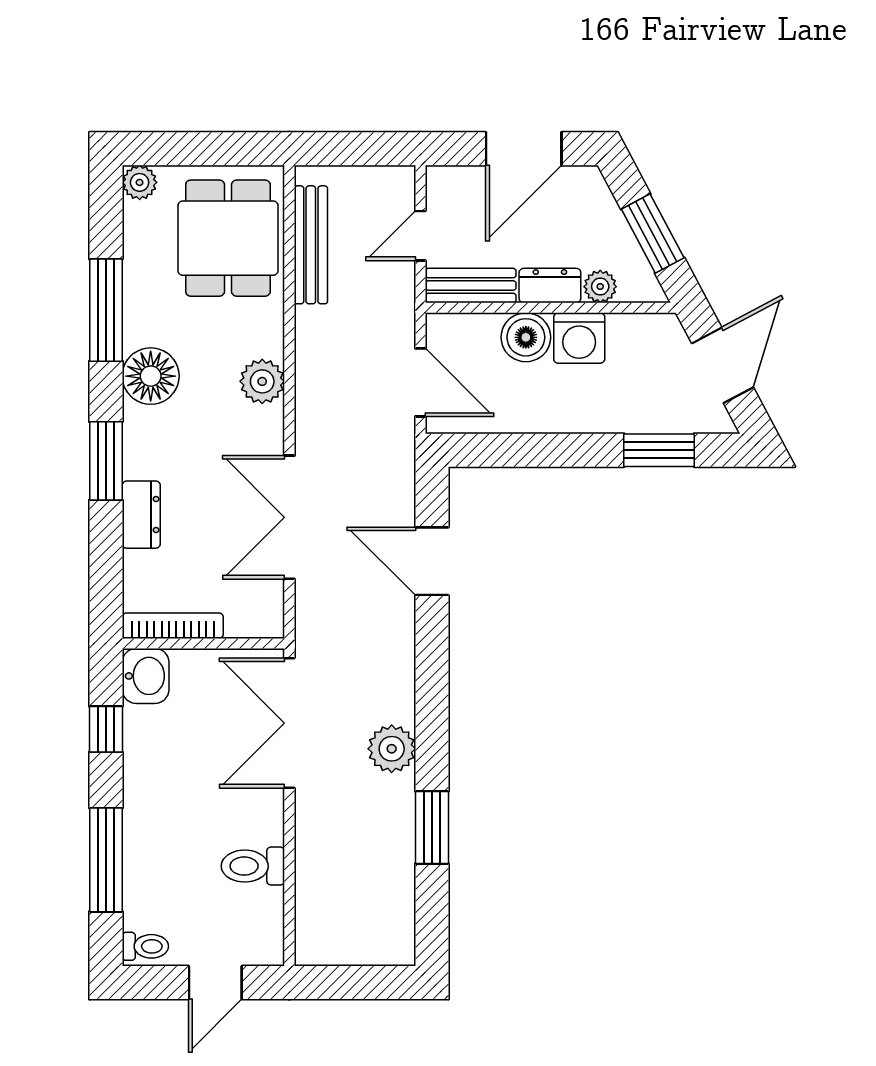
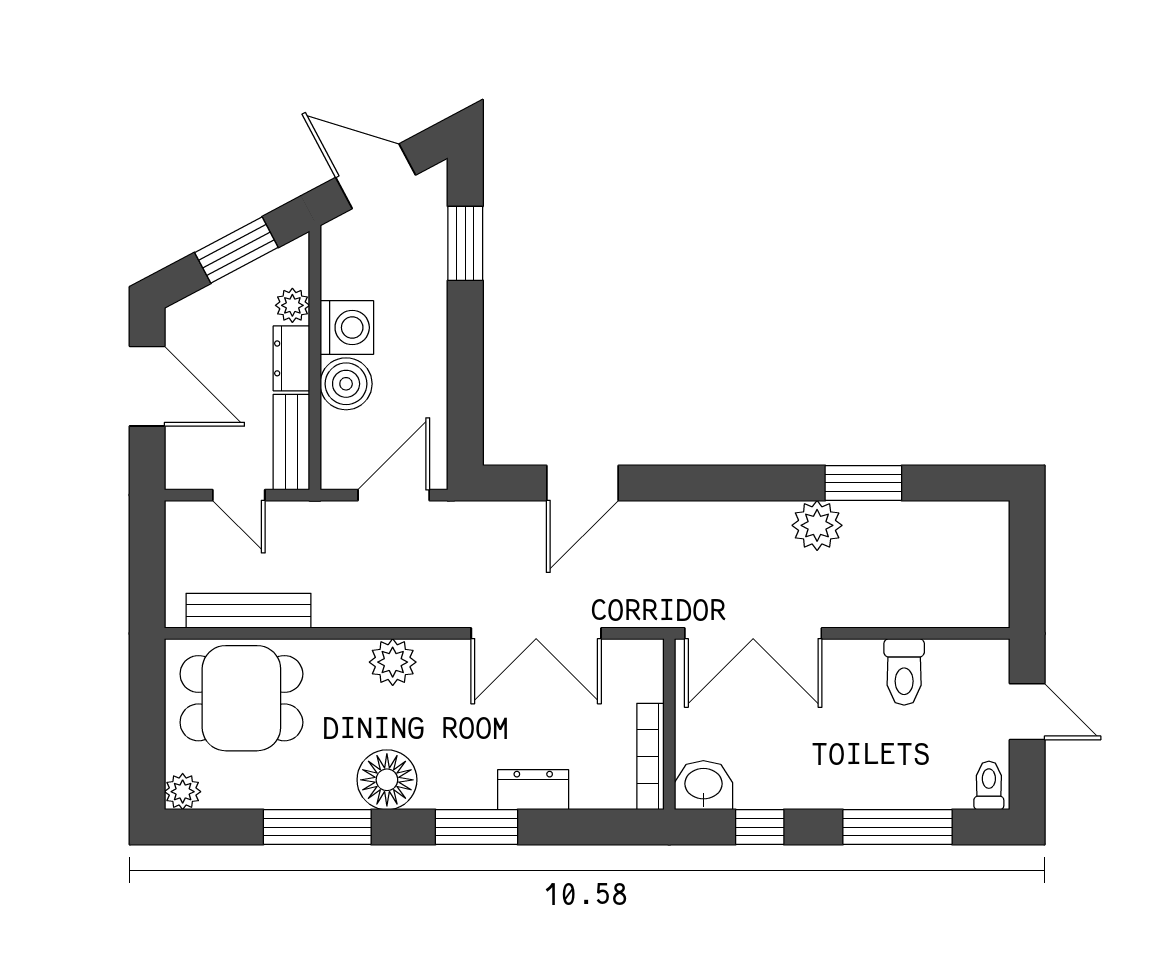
plant: (392, 749) -> (817, 525), moved

